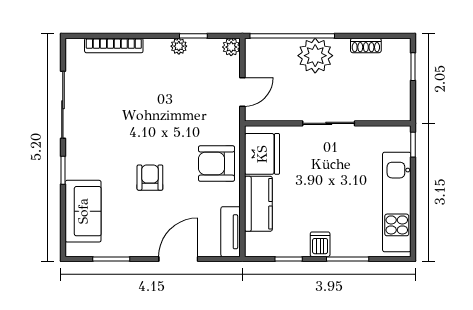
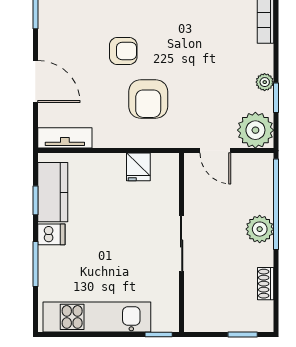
plant: (231, 47) -> (255, 130), width x1.87, depth x1.87
plant: (315, 56) -> (260, 229), width x0.73, depth x0.73
fridge: (262, 154) -> (138, 167), width x0.53, depth x0.75
armchair: (216, 164) -> (148, 99), moved, turned 180
kitchen counter: (258, 204) -> (53, 192), moved, turned -90

